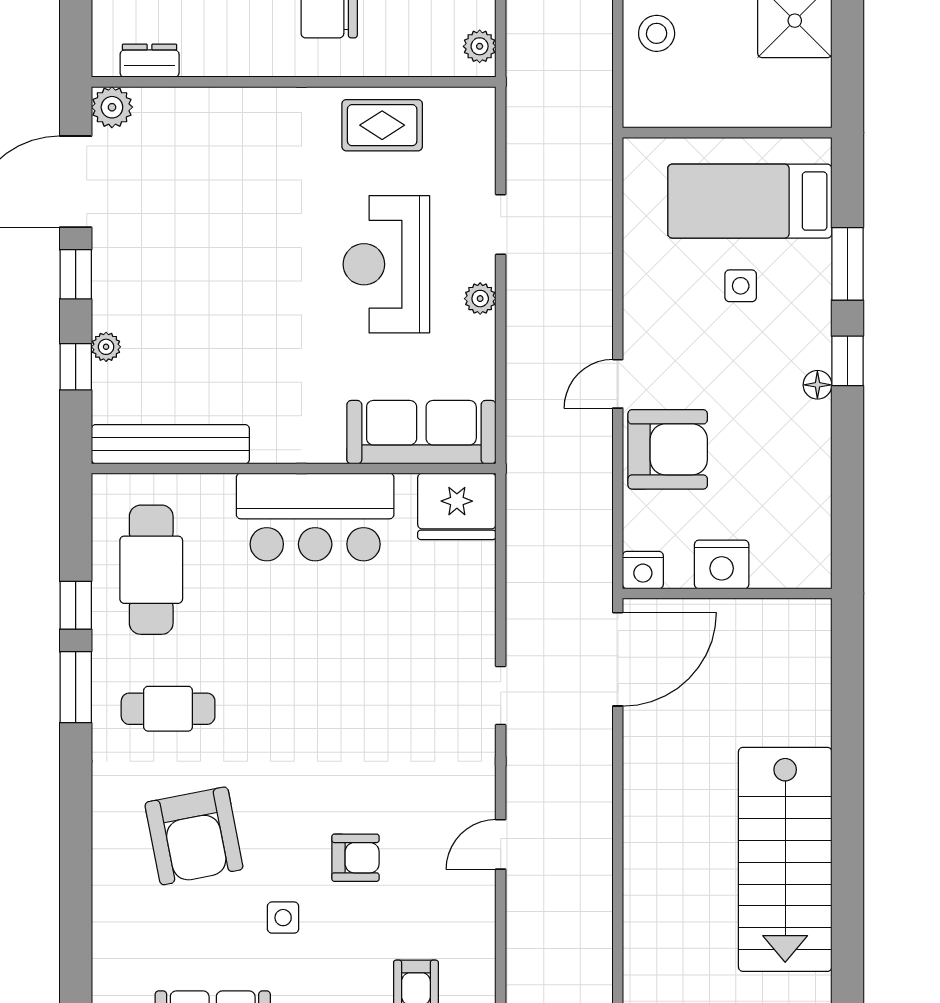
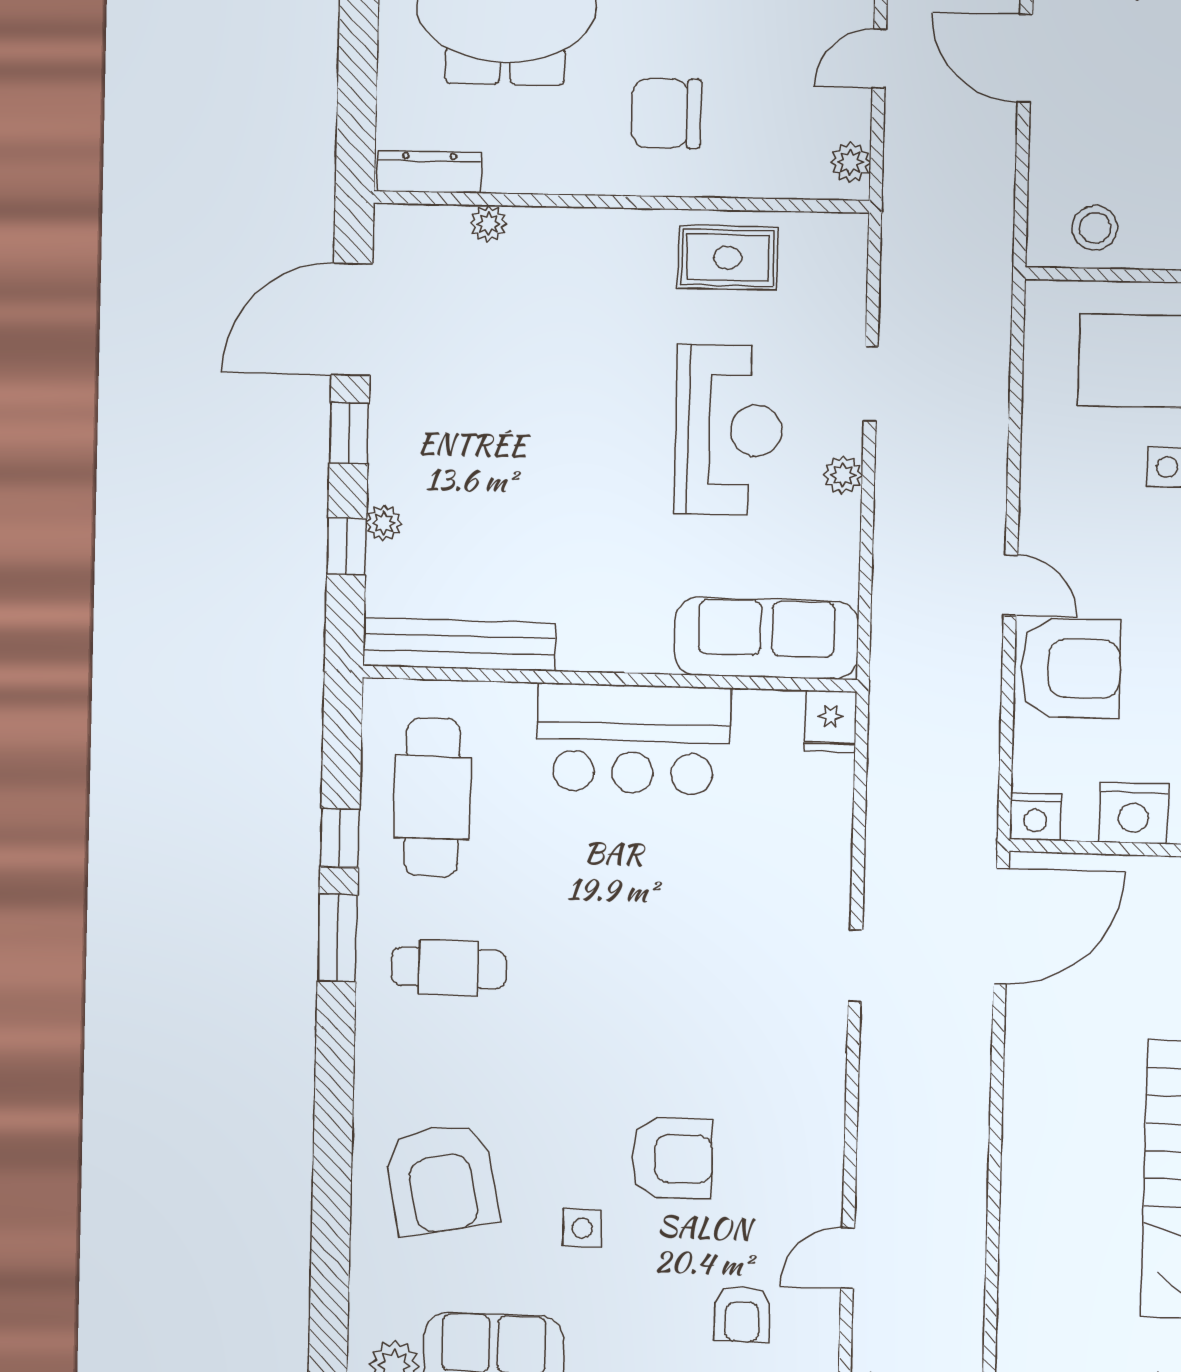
stool: (657, 33) -> (1095, 228), moved
dresser: (150, 61) -> (429, 172), width x1.44
plant: (112, 107) -> (488, 224), moved, width x0.73, depth x0.73
reception desk: (386, 264) -> (729, 430), turned 180
door: (618, 384) -> (1011, 585), swing flipped
fridge: (457, 506) -> (830, 721), width x0.53, depth x0.75
armchair: (194, 836) -> (441, 1179), moved
door: (501, 844) -> (848, 1258), moved
armchair: (355, 858) -> (672, 1158), width x1.38, depth x1.38

